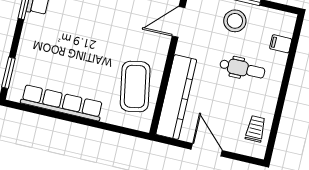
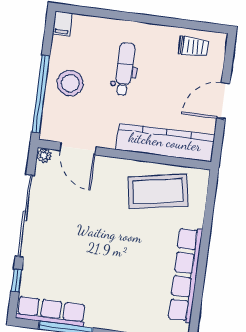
filing cabinet: (281, 44) -> (62, 23), moved
trolley: (255, 129) -> (193, 47), turned 180

